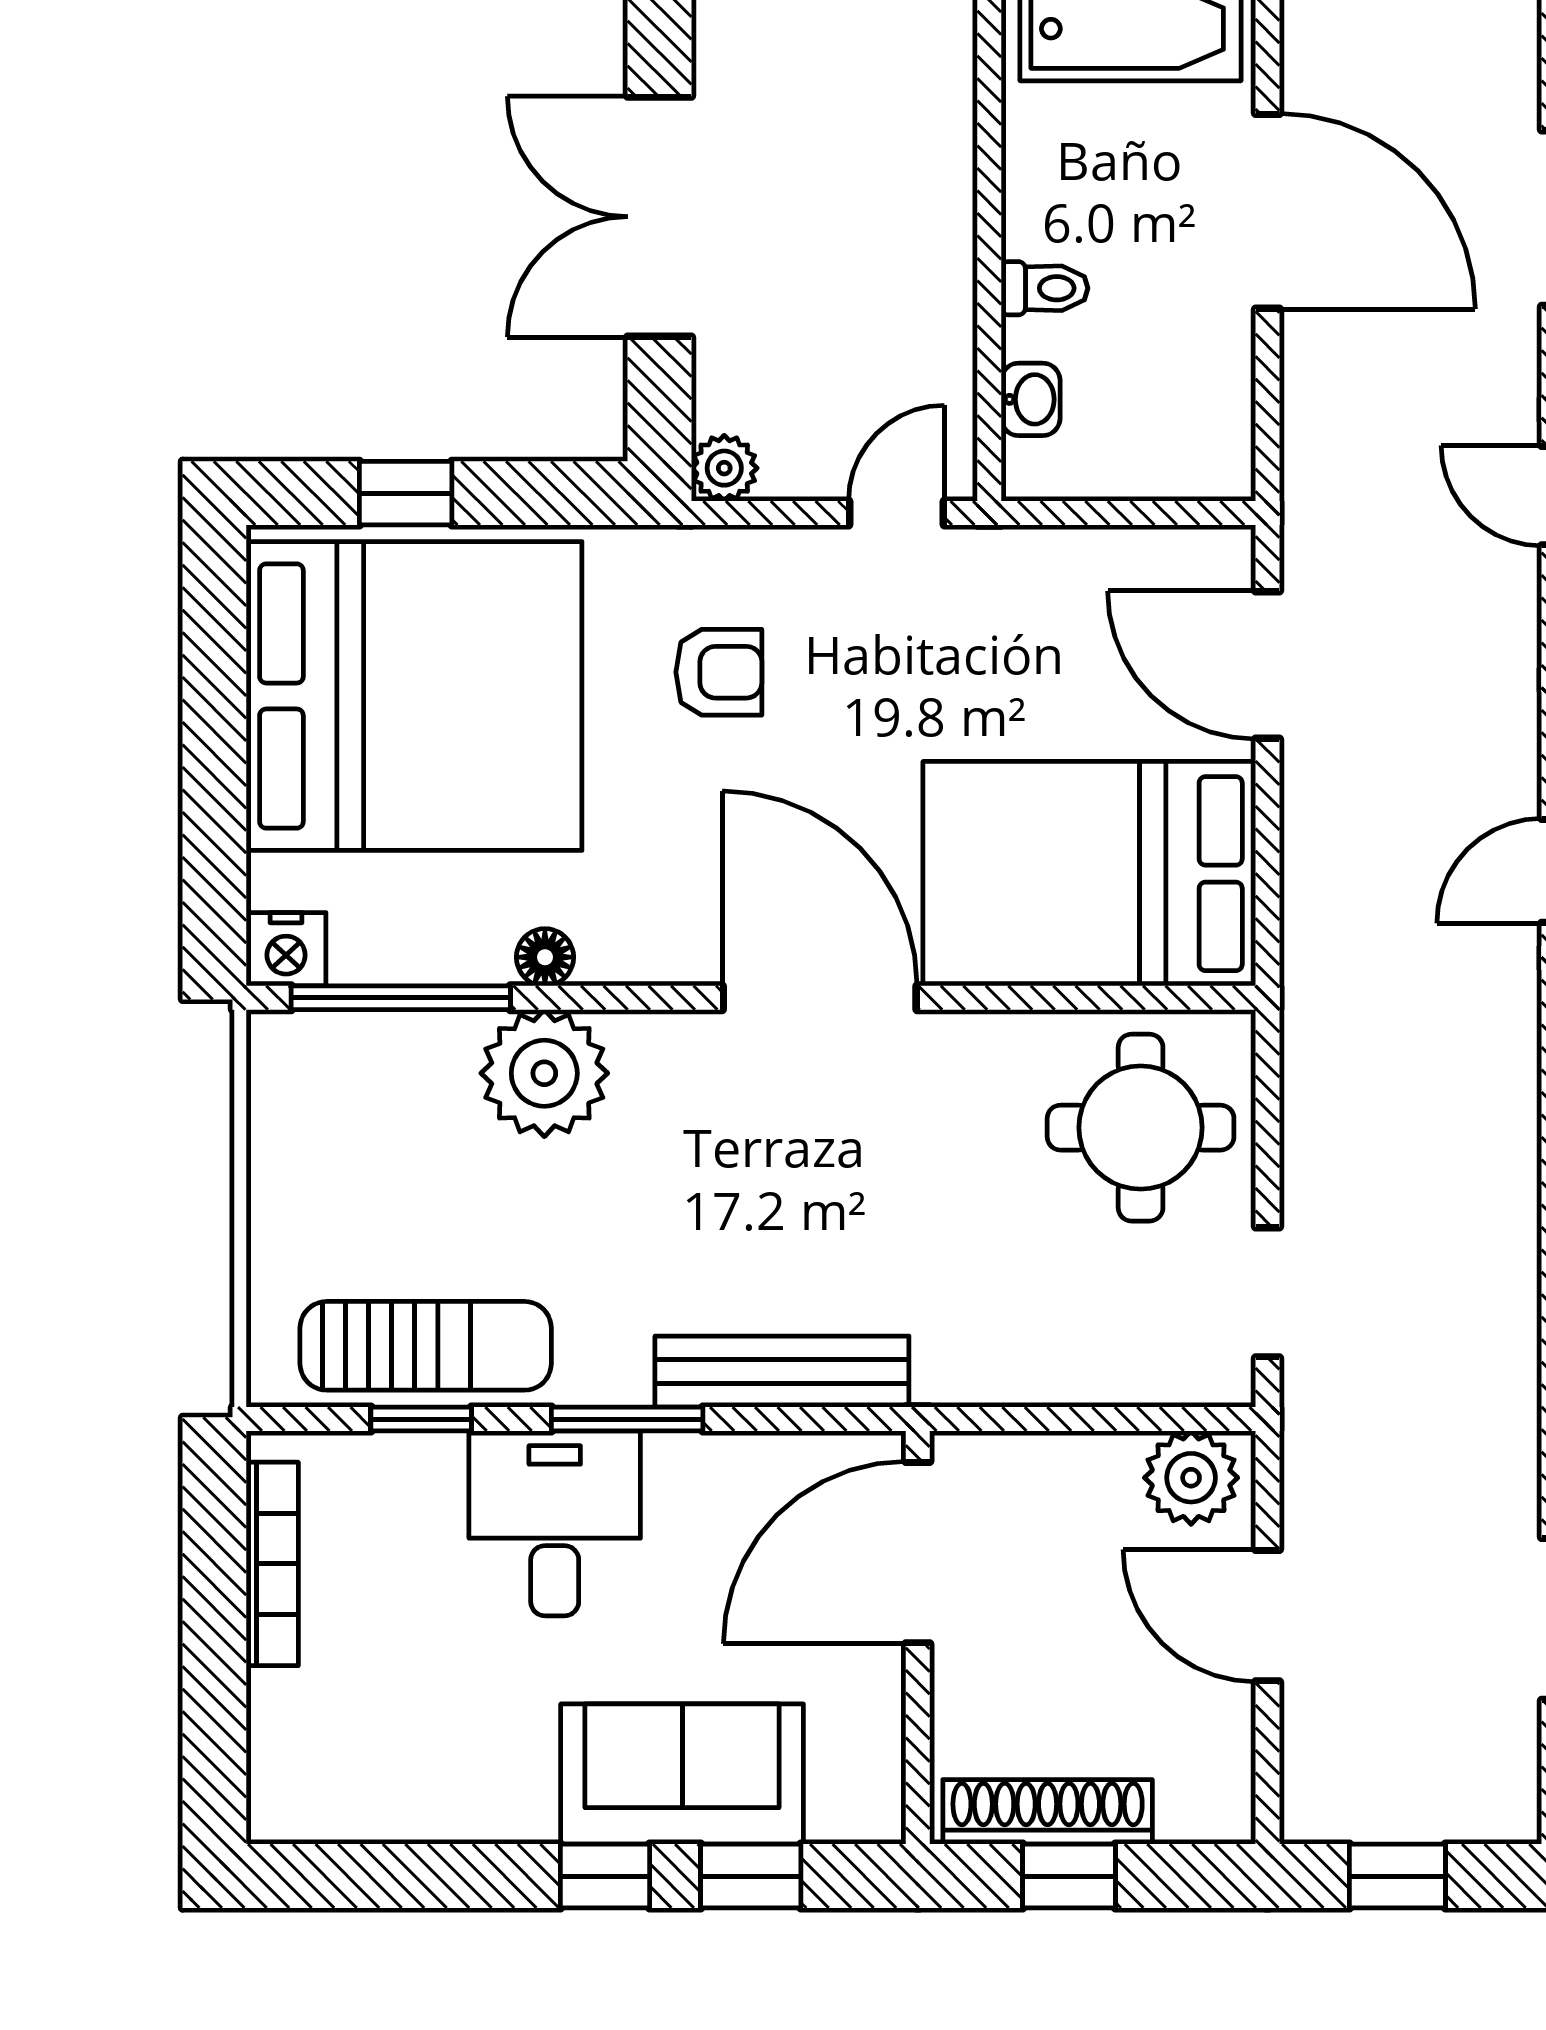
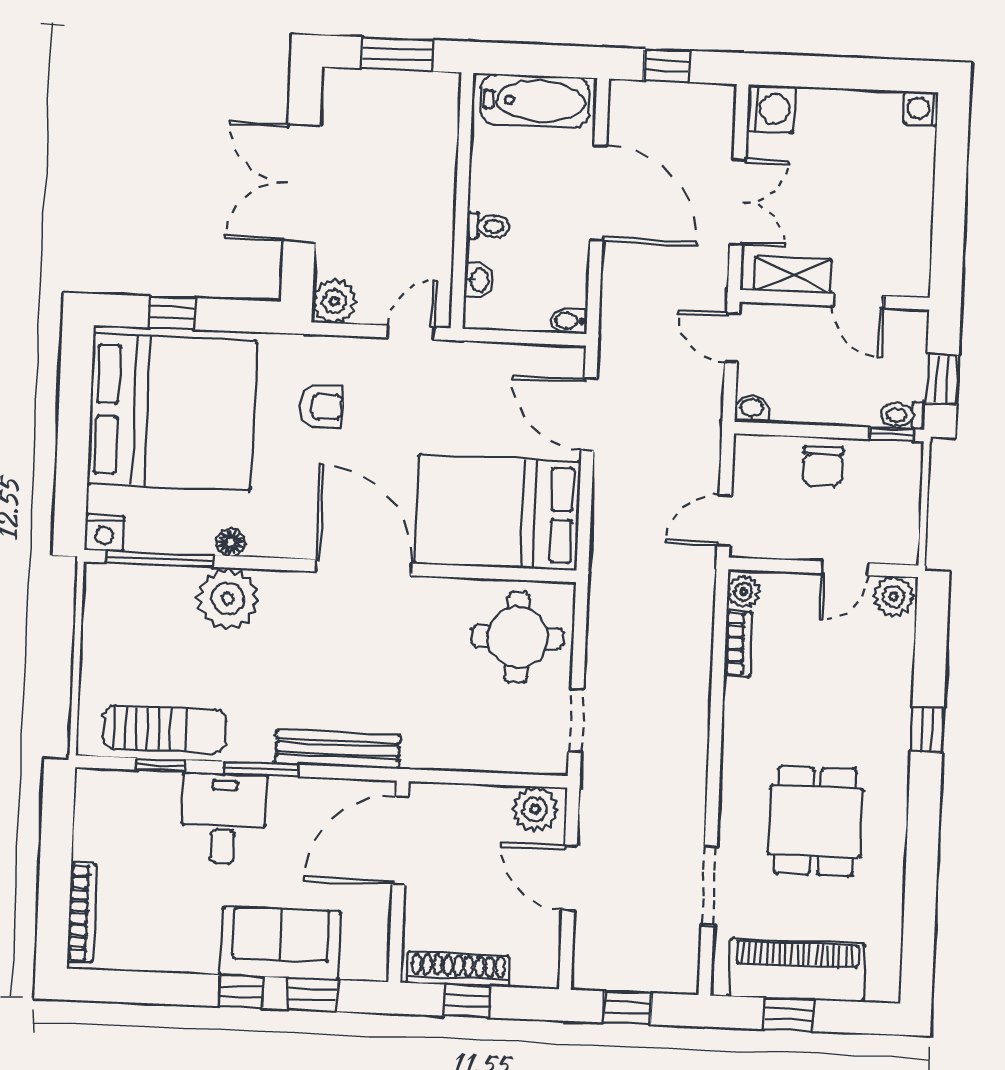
plant: (724, 468) -> (334, 301), width x1.38, depth x1.38
bidet: (1218, 476) -> (569, 321), added
bookcase: (272, 1564) -> (82, 913), moved

